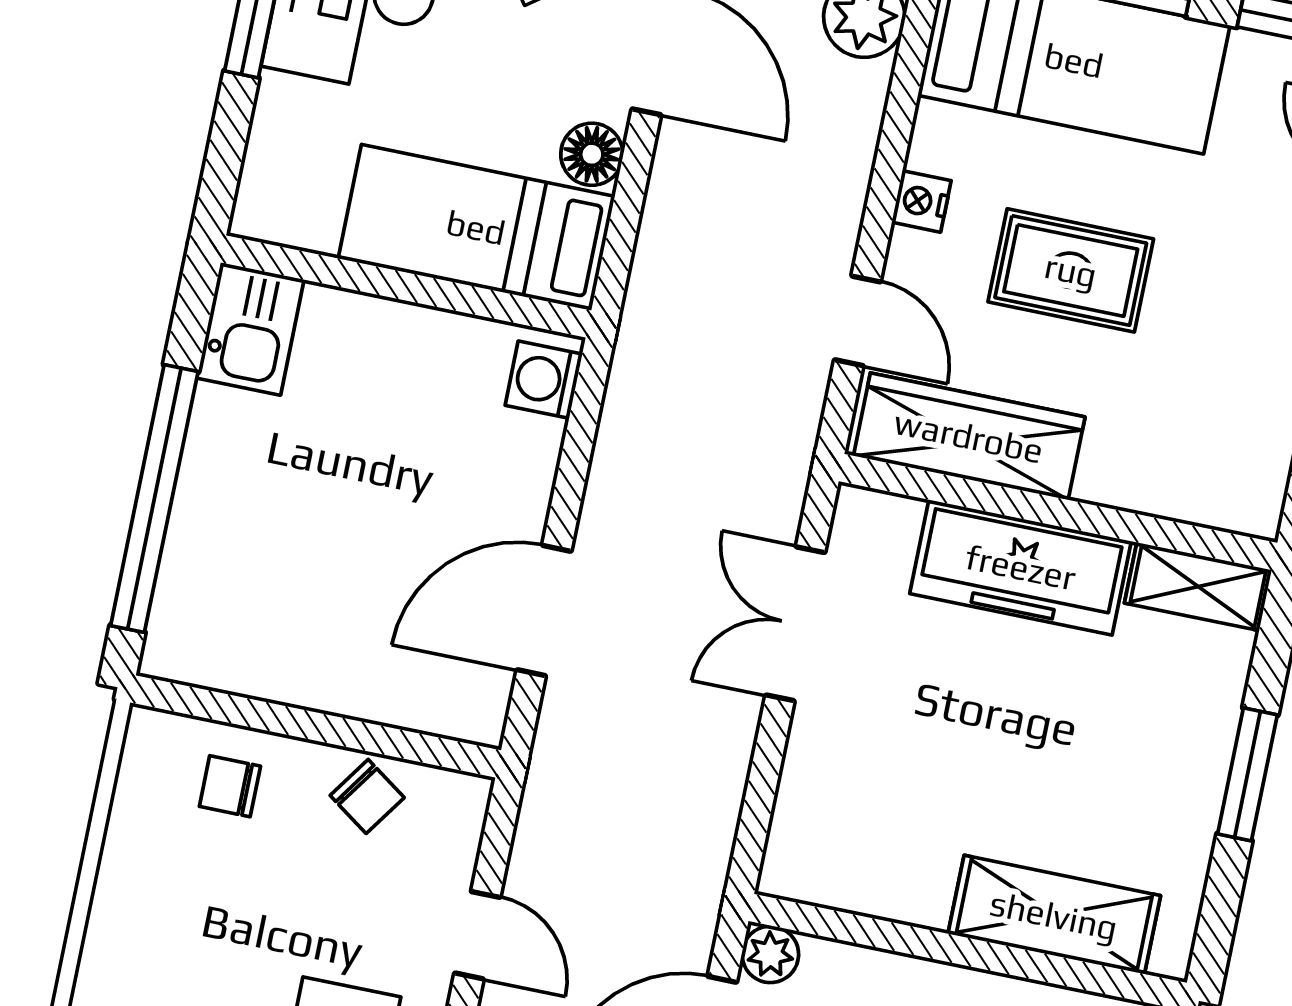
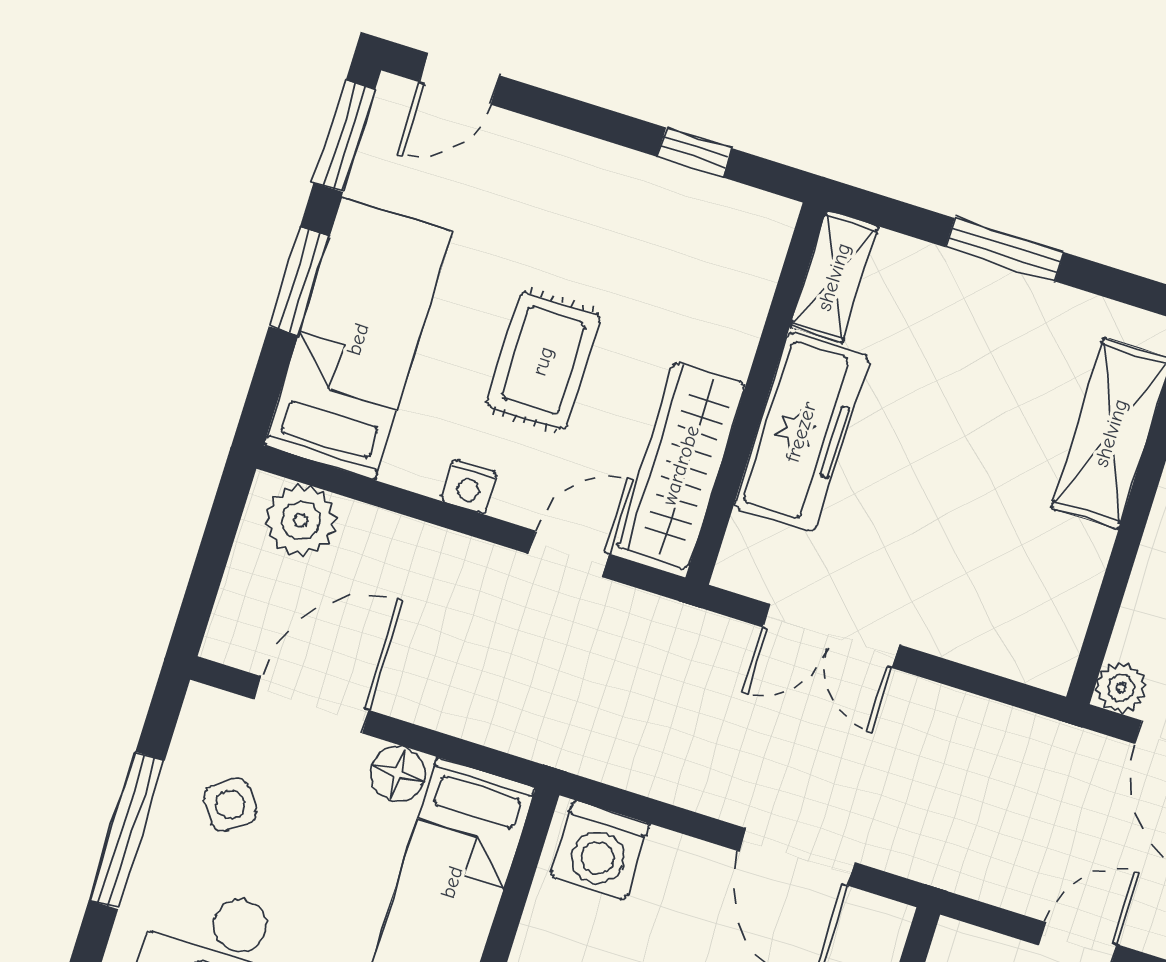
washing machine: (544, 380) -> (600, 850), width x1.38, depth x1.38

